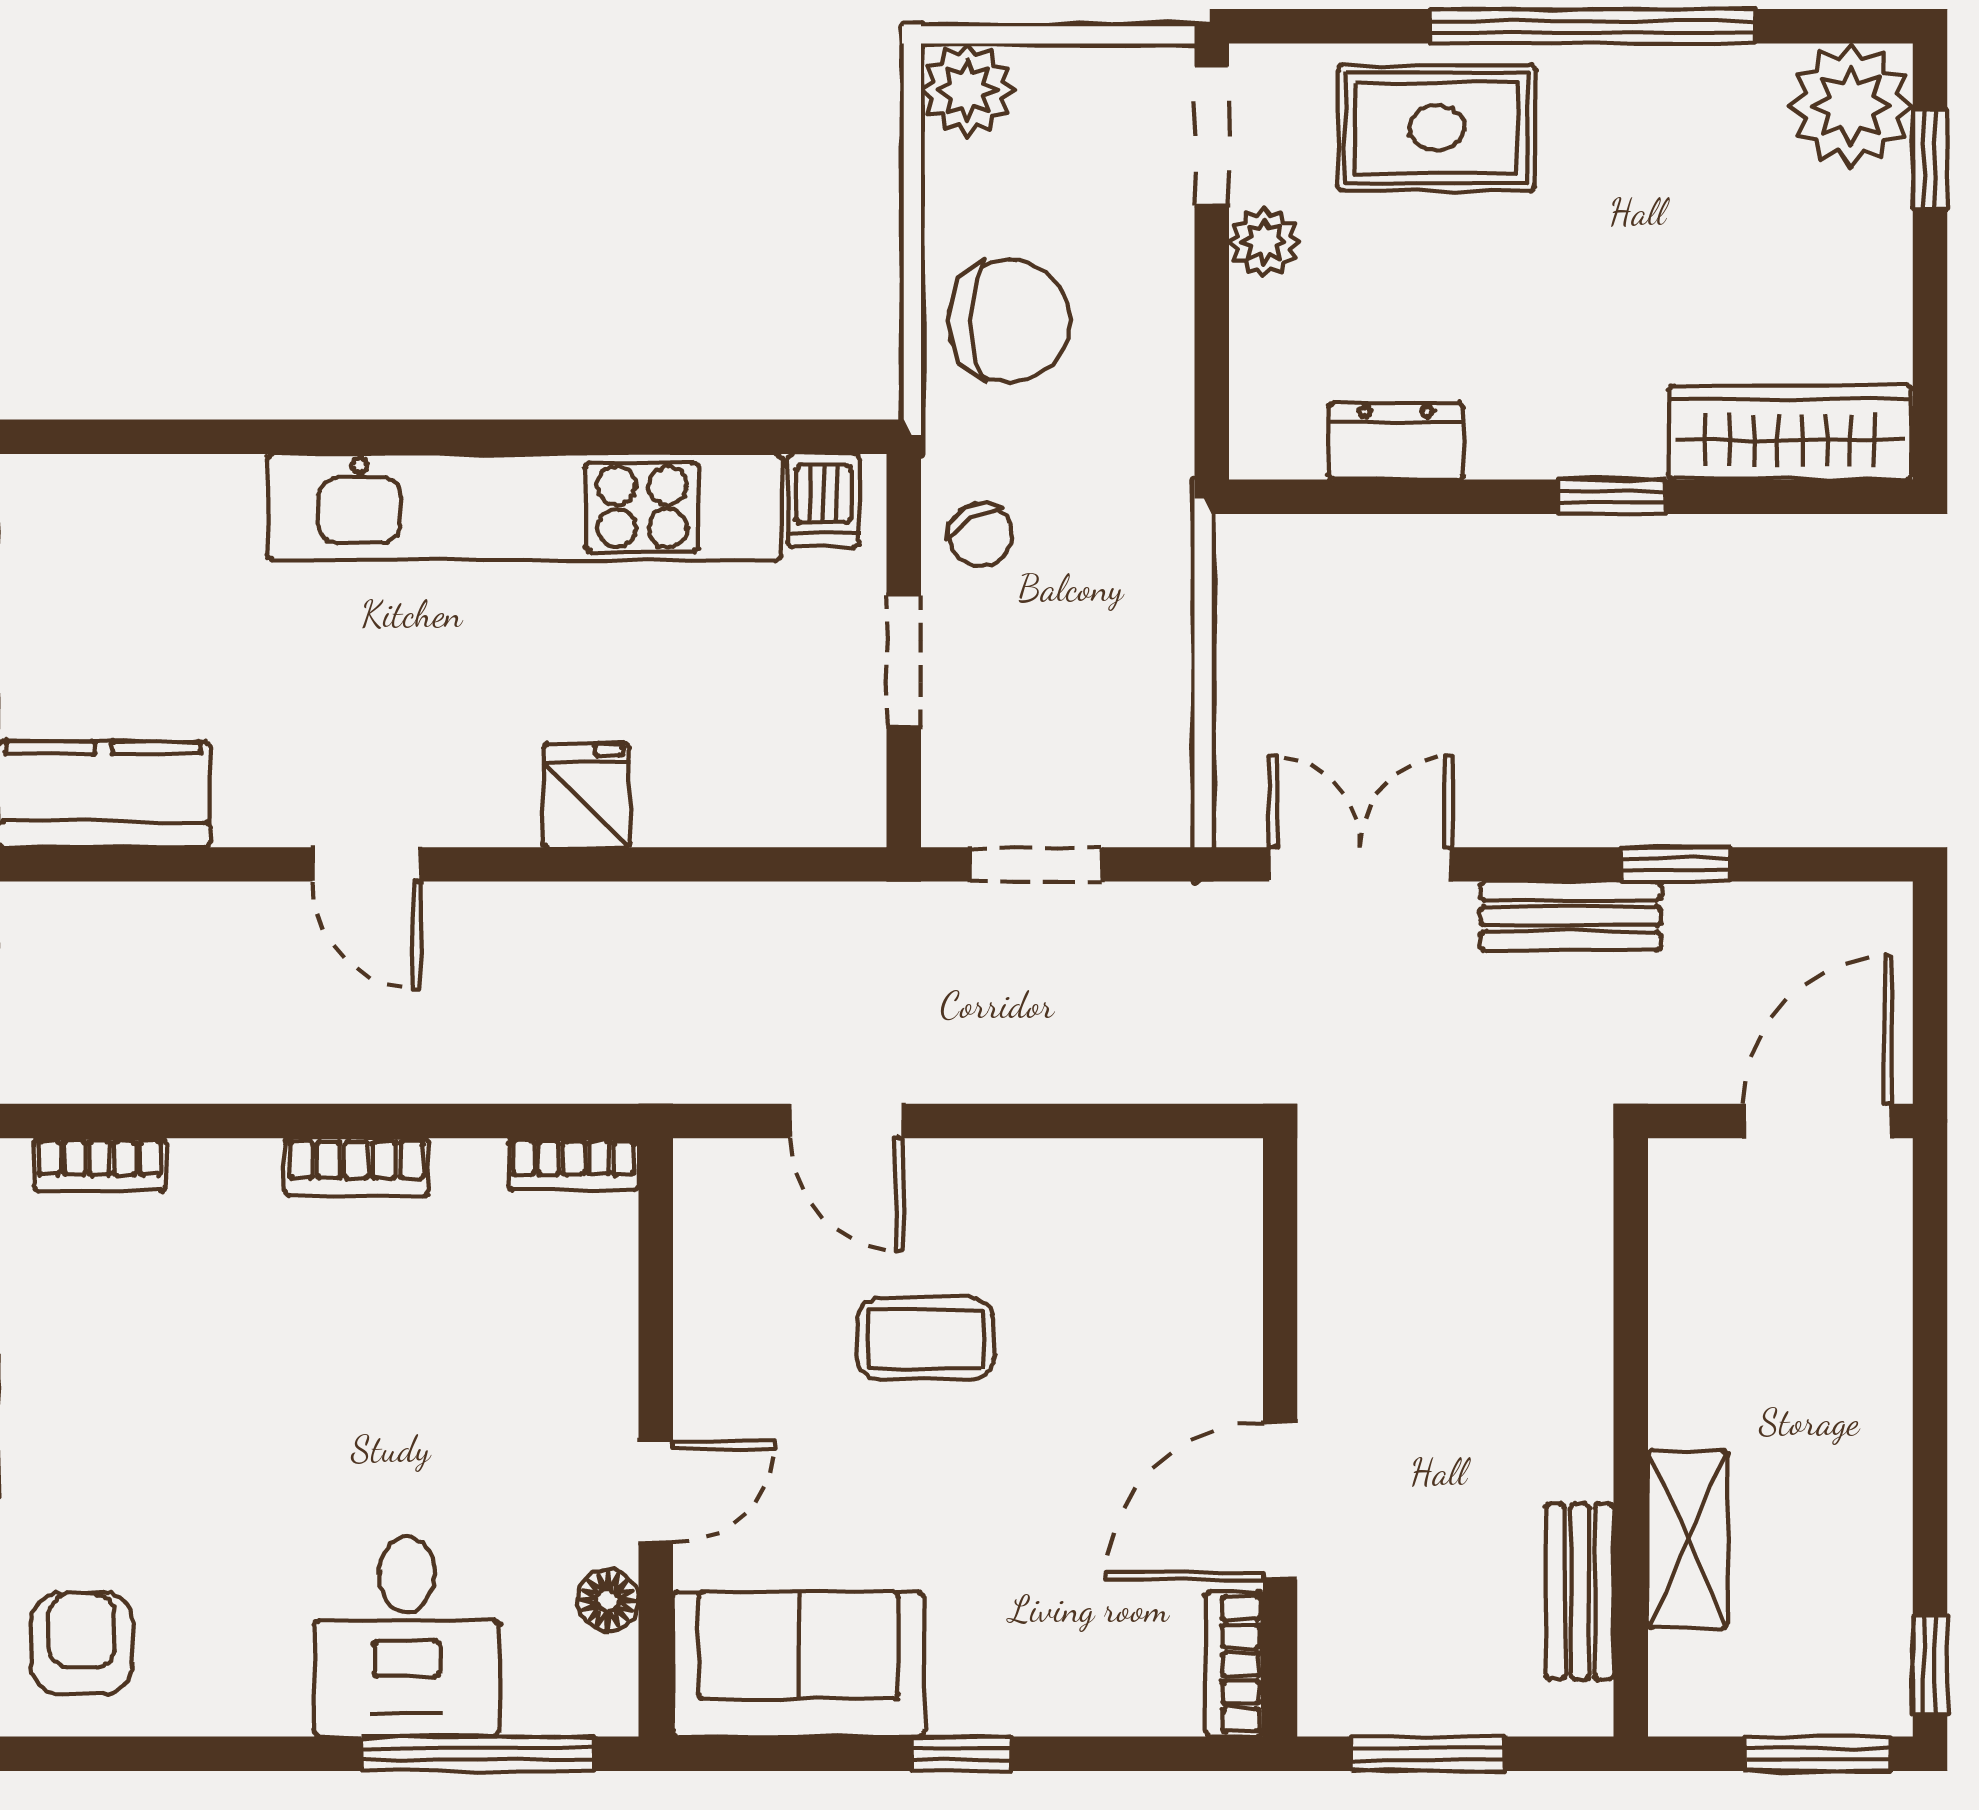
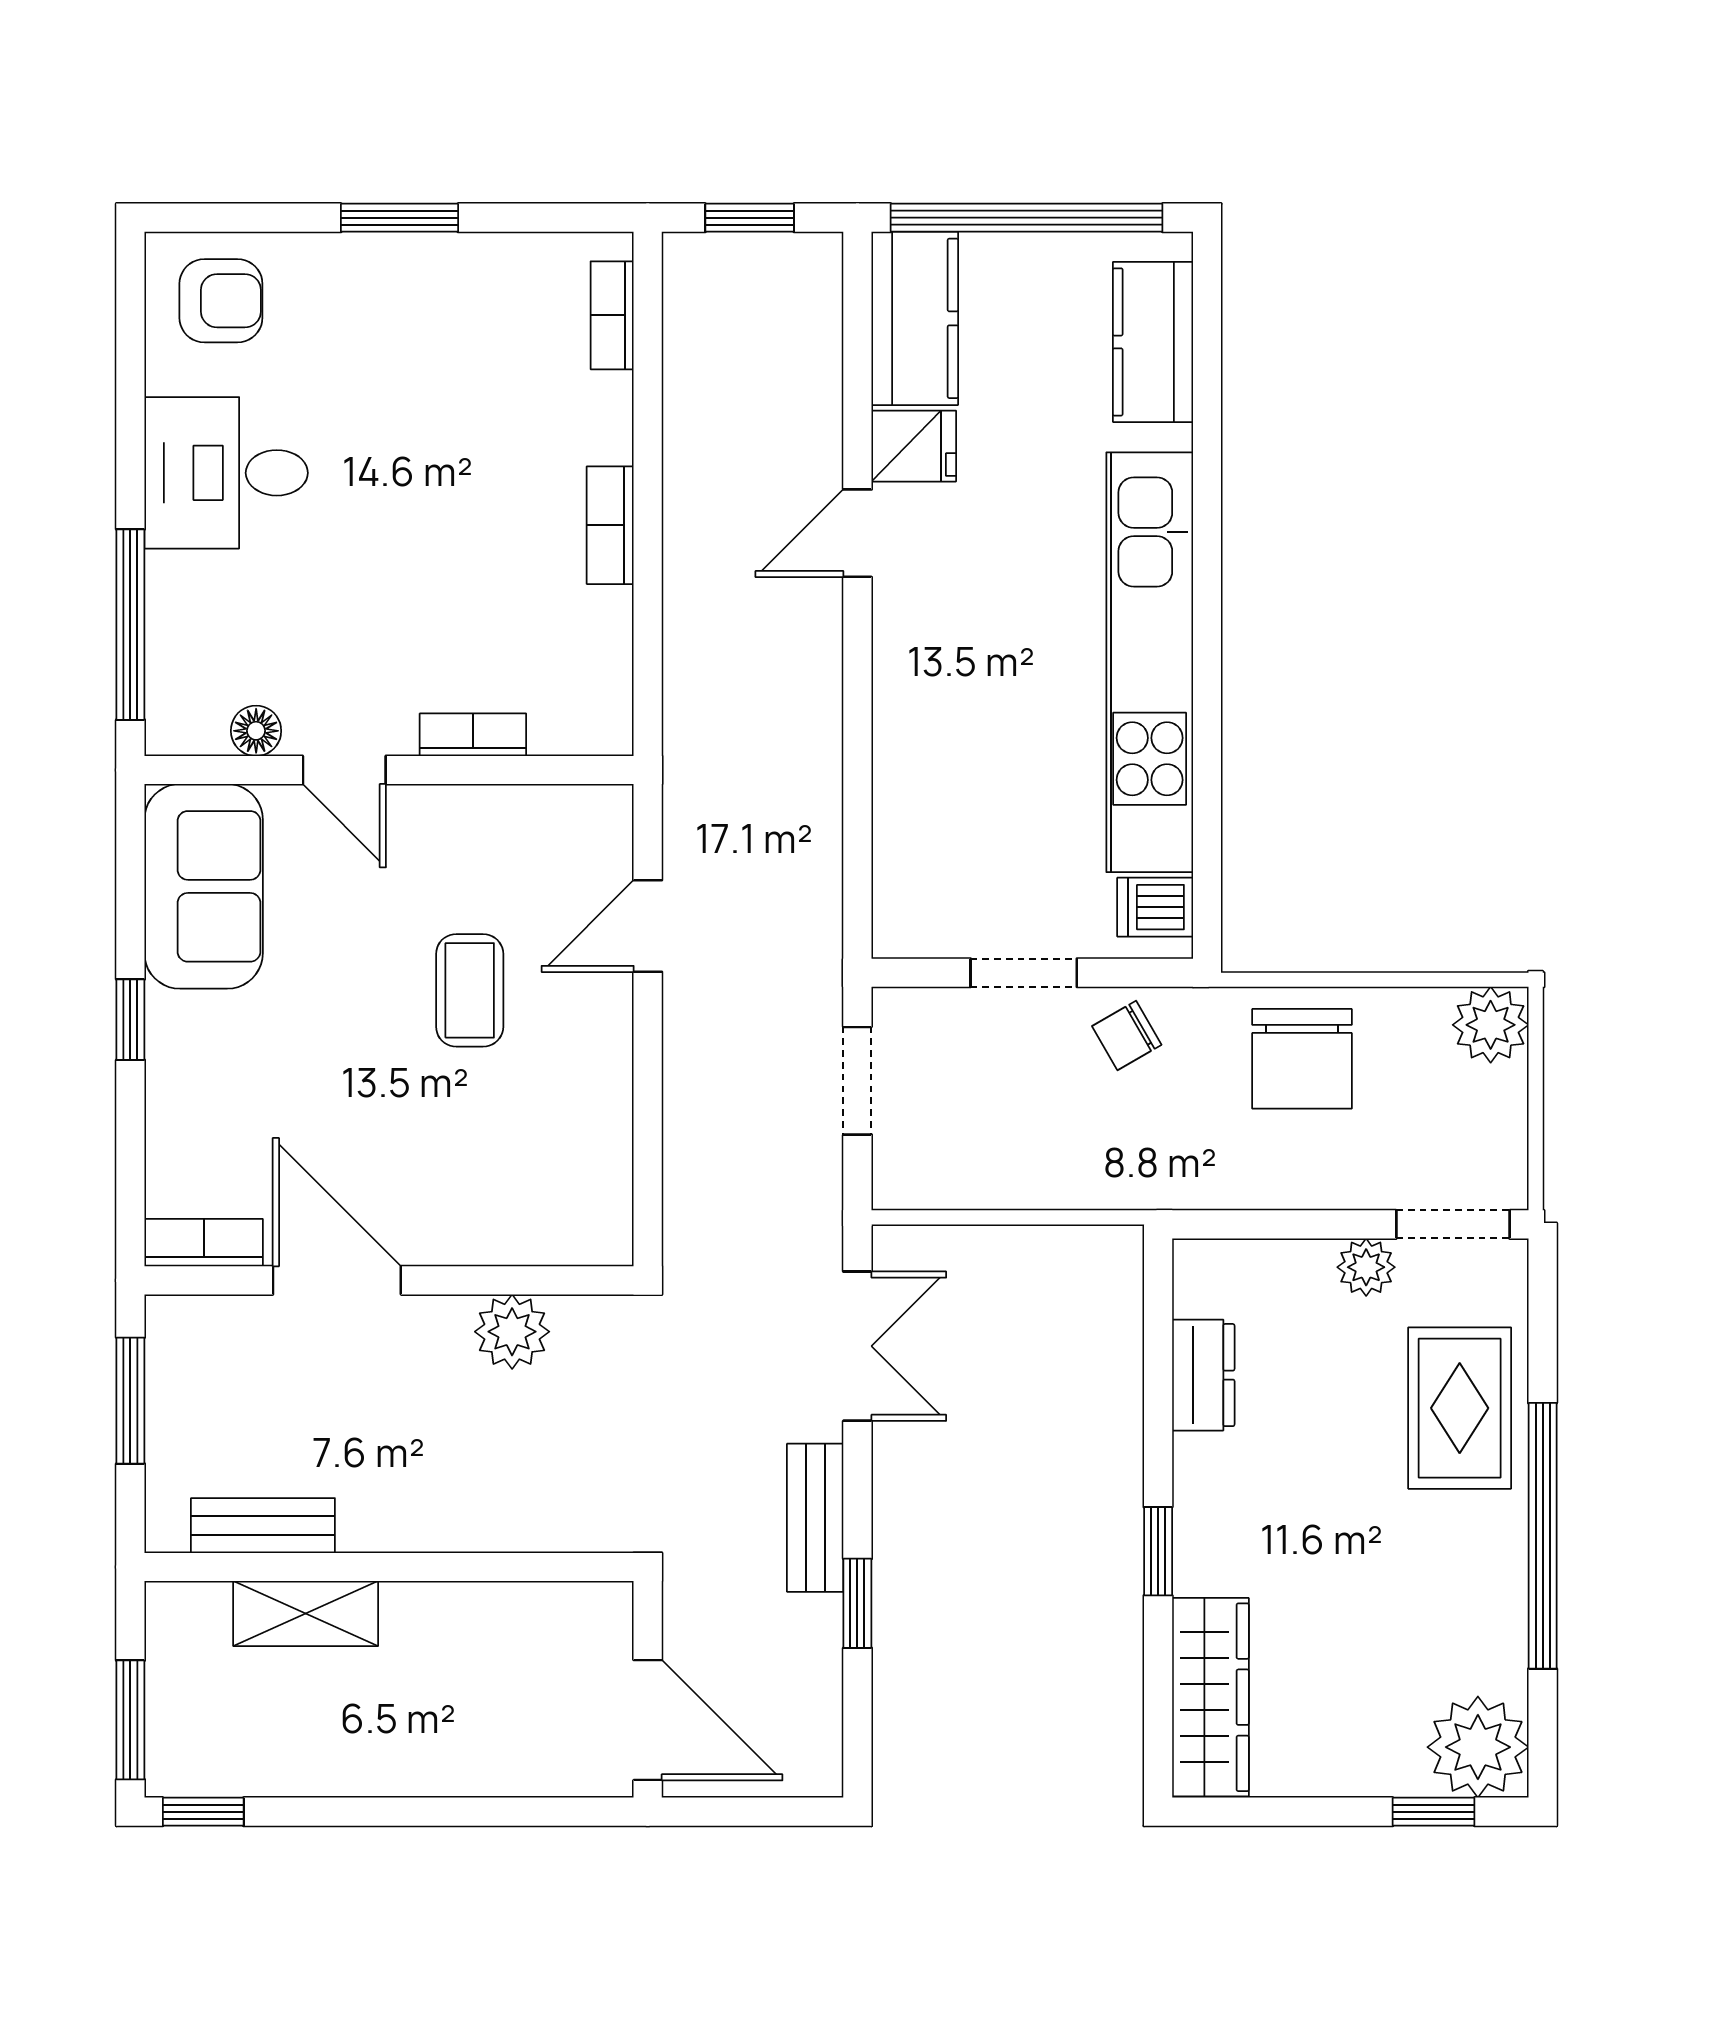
kitchen counter: (132, 503) -> (1153, 342), added
fridge: (586, 796) -> (914, 446), moved
bookcase: (574, 1164) -> (473, 735), moved, turned 90
plant: (1343, 1287) -> (512, 1332), added
desk: (407, 1637) -> (226, 473), moved

